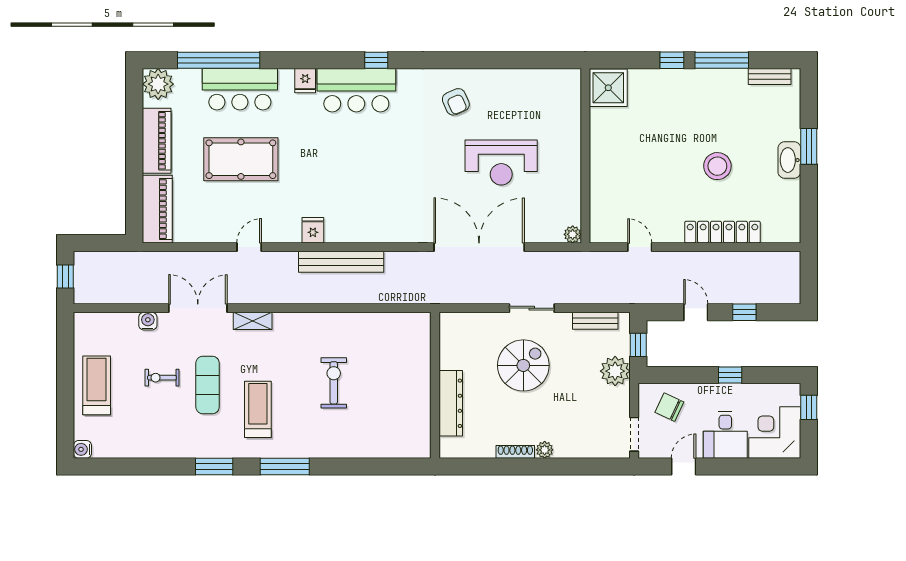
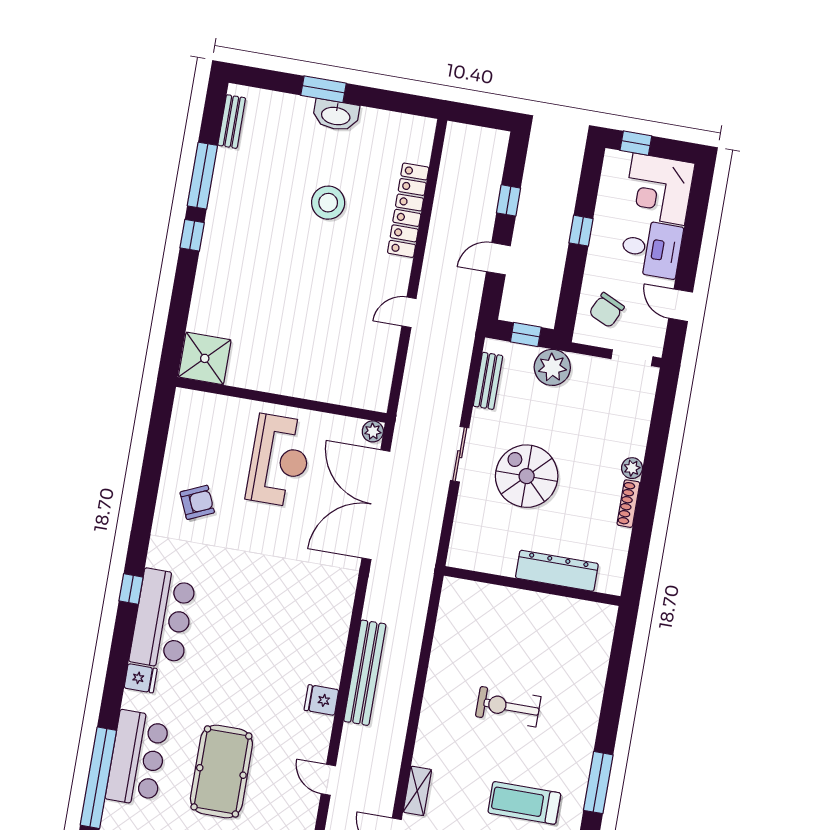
shower: (608, 88) -> (205, 358), moved
wall: (585, 156) -> (281, 400), moved
plant: (573, 234) -> (373, 431), moved

